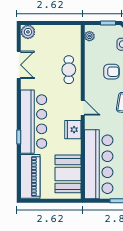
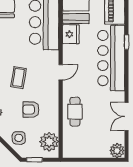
plant: (89, 36) -> (49, 142), width x1.88, depth x1.88
door: (83, 108) -> (61, 72), swing flipped
fridge: (73, 130) -> (71, 34), moved

